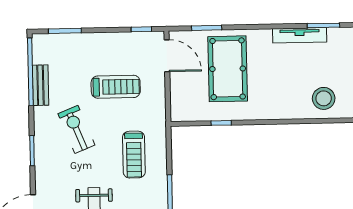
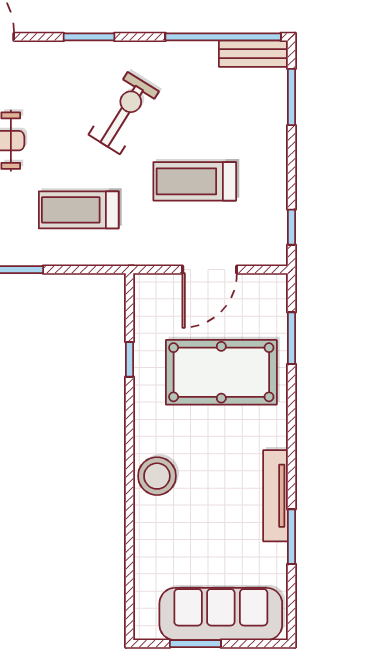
door: (167, 56) -> (210, 270), moved
bench: (40, 85) -> (253, 54), moved
treadmill: (116, 87) -> (195, 181), turned 90
stool: (324, 98) -> (157, 476), moved
exercise bike: (76, 129) -> (124, 113), turned -36

